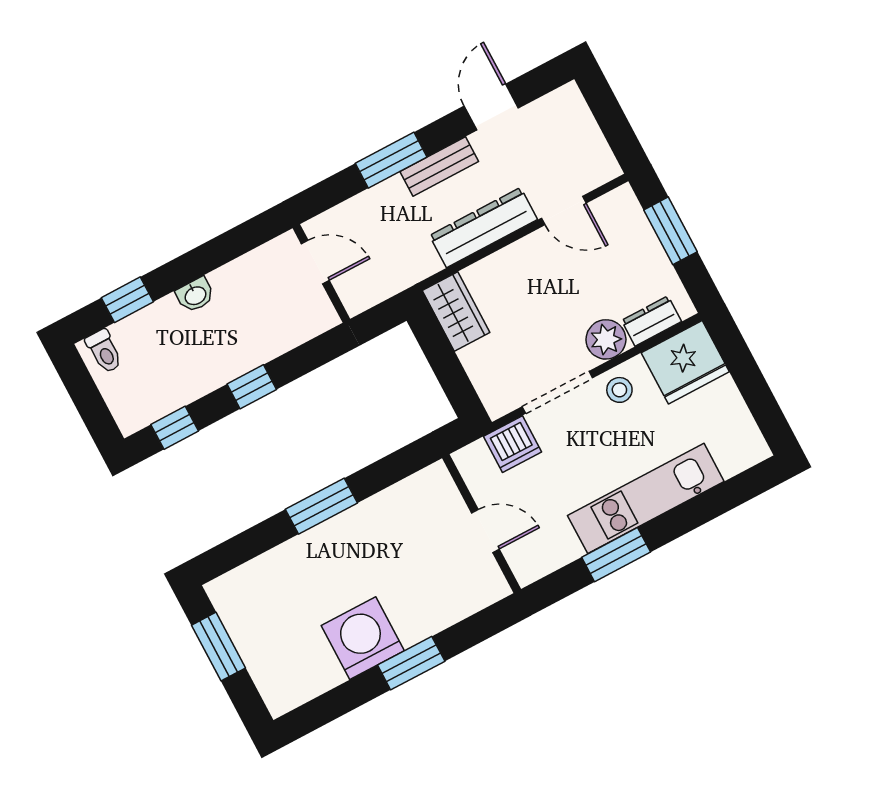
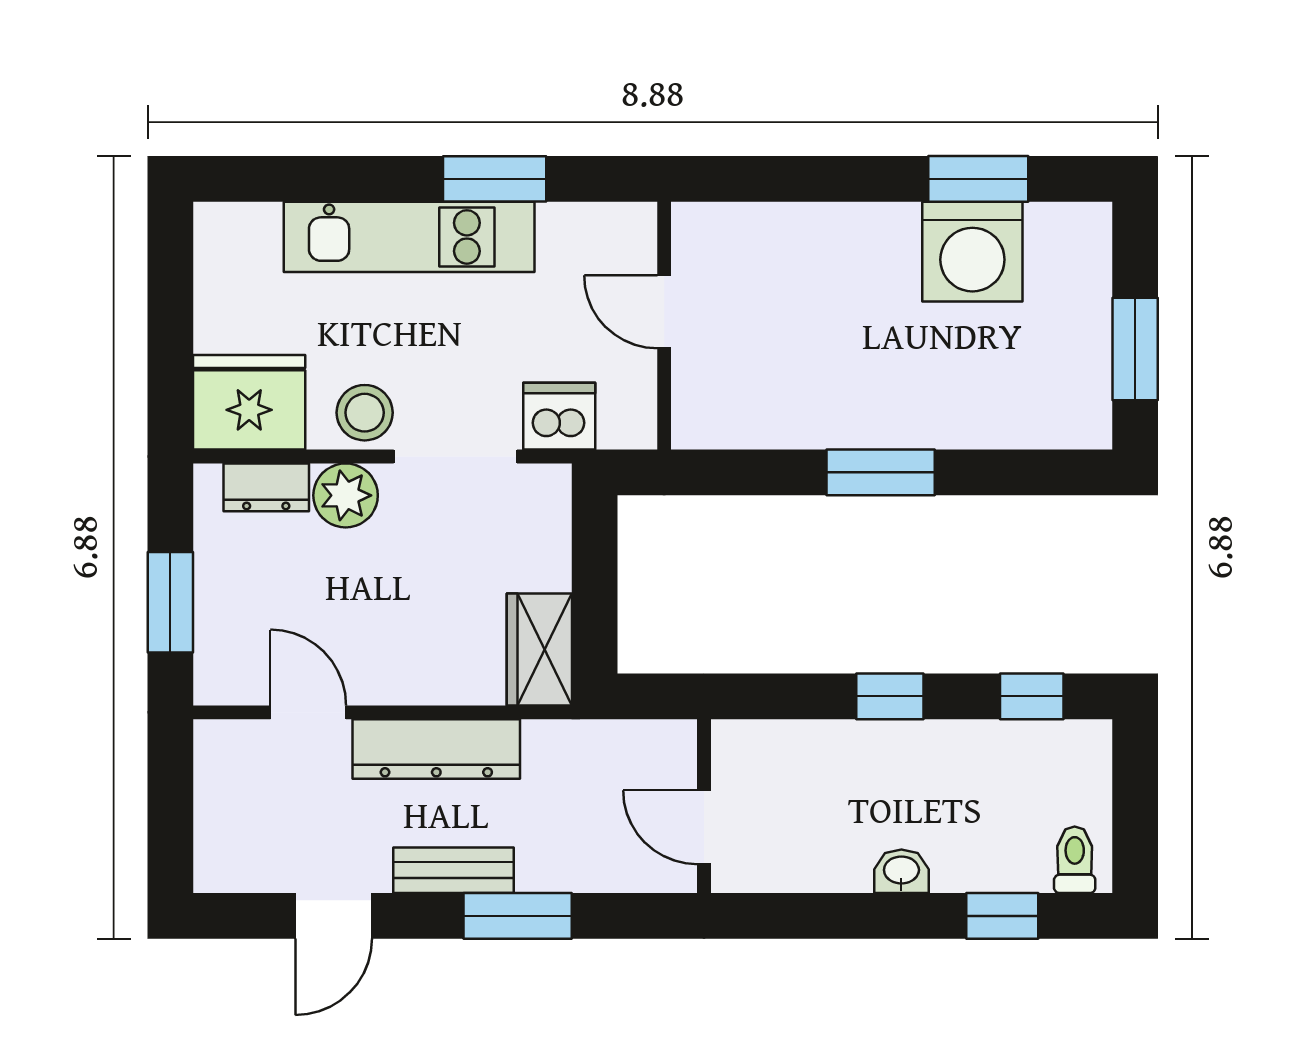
stool: (619, 390) -> (365, 413), width x1.37, depth x1.37
washing machine: (363, 638) -> (972, 252), moved
window: (411, 663) -> (978, 179), moved

